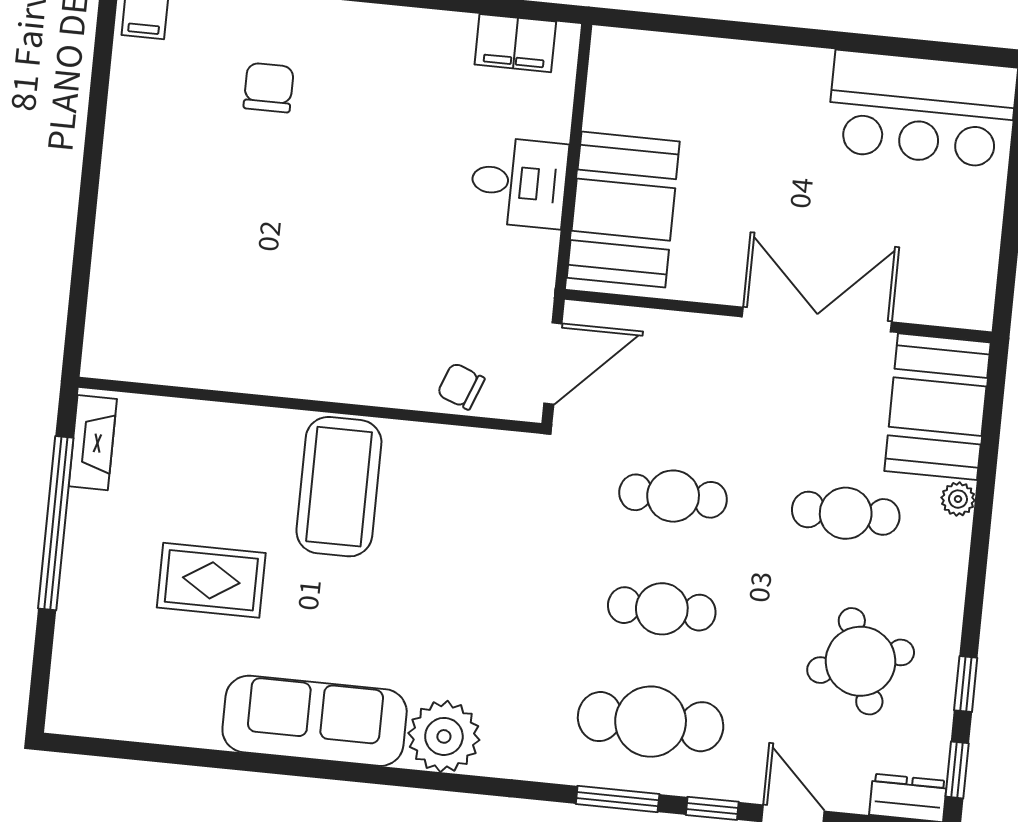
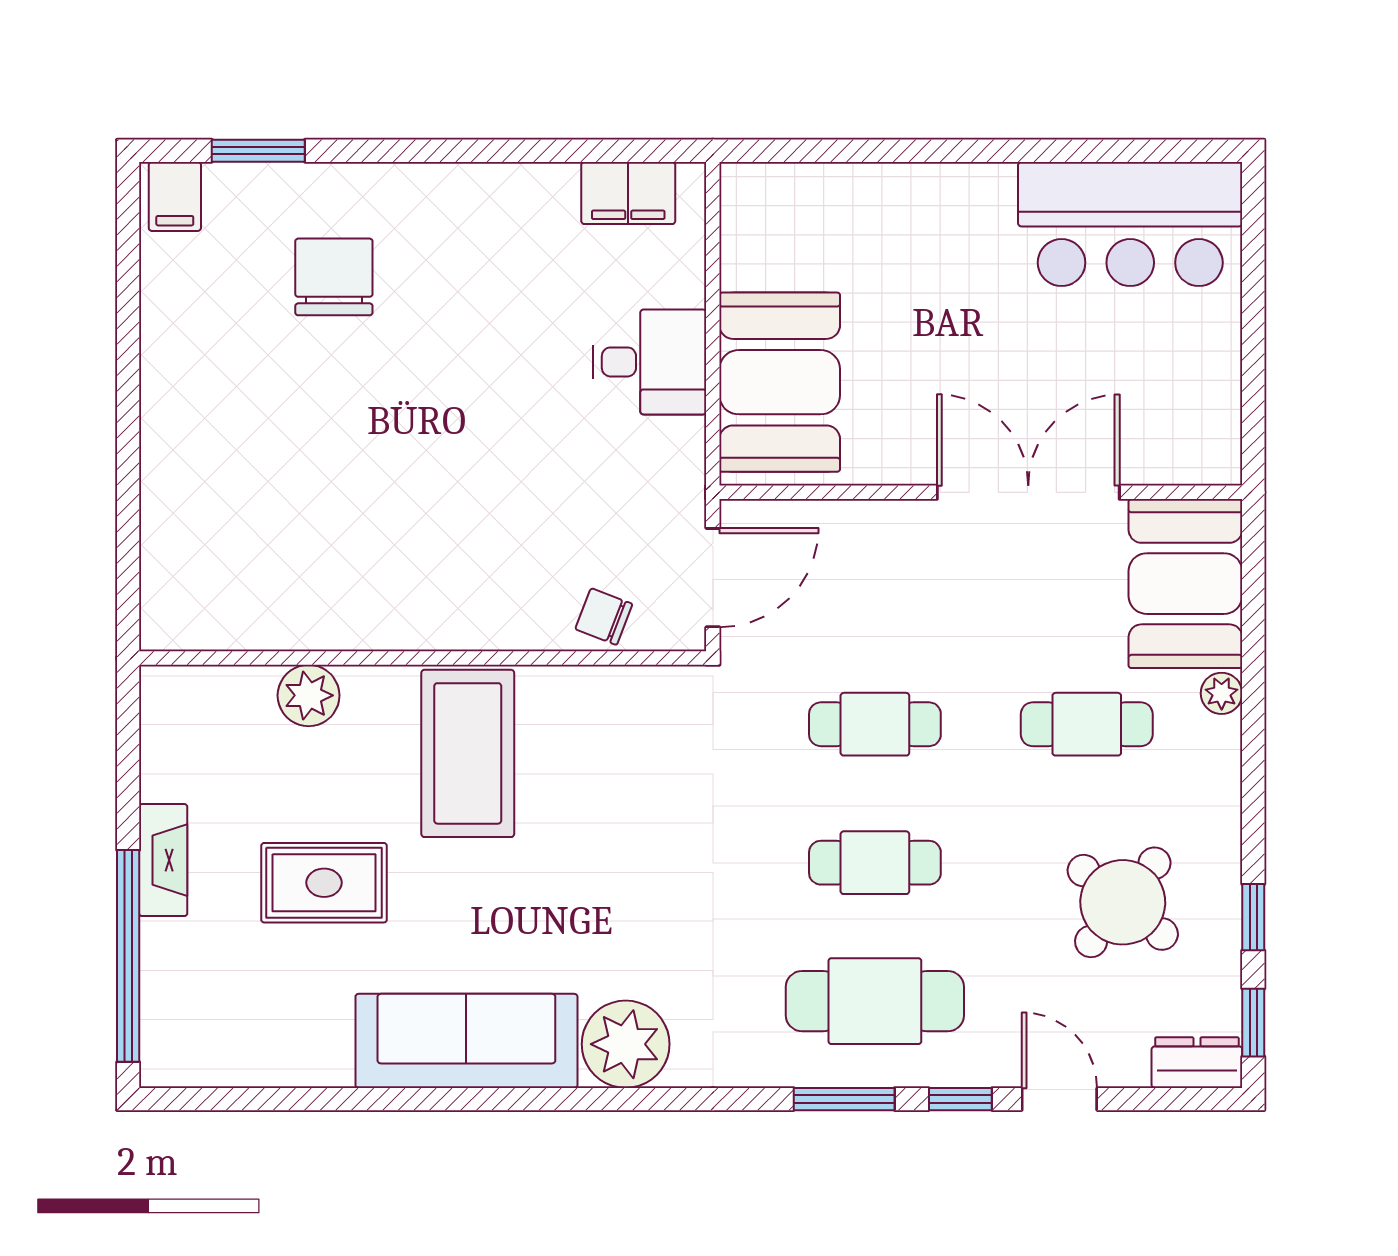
chair: (269, 88) -> (334, 277), width x1.37, depth x1.37
plant: (214, 427) -> (309, 695), added
fireplace: (93, 443) -> (163, 860), moved
window: (56, 523) -> (128, 956), moved
round table: (861, 661) -> (1123, 902), turned -33

